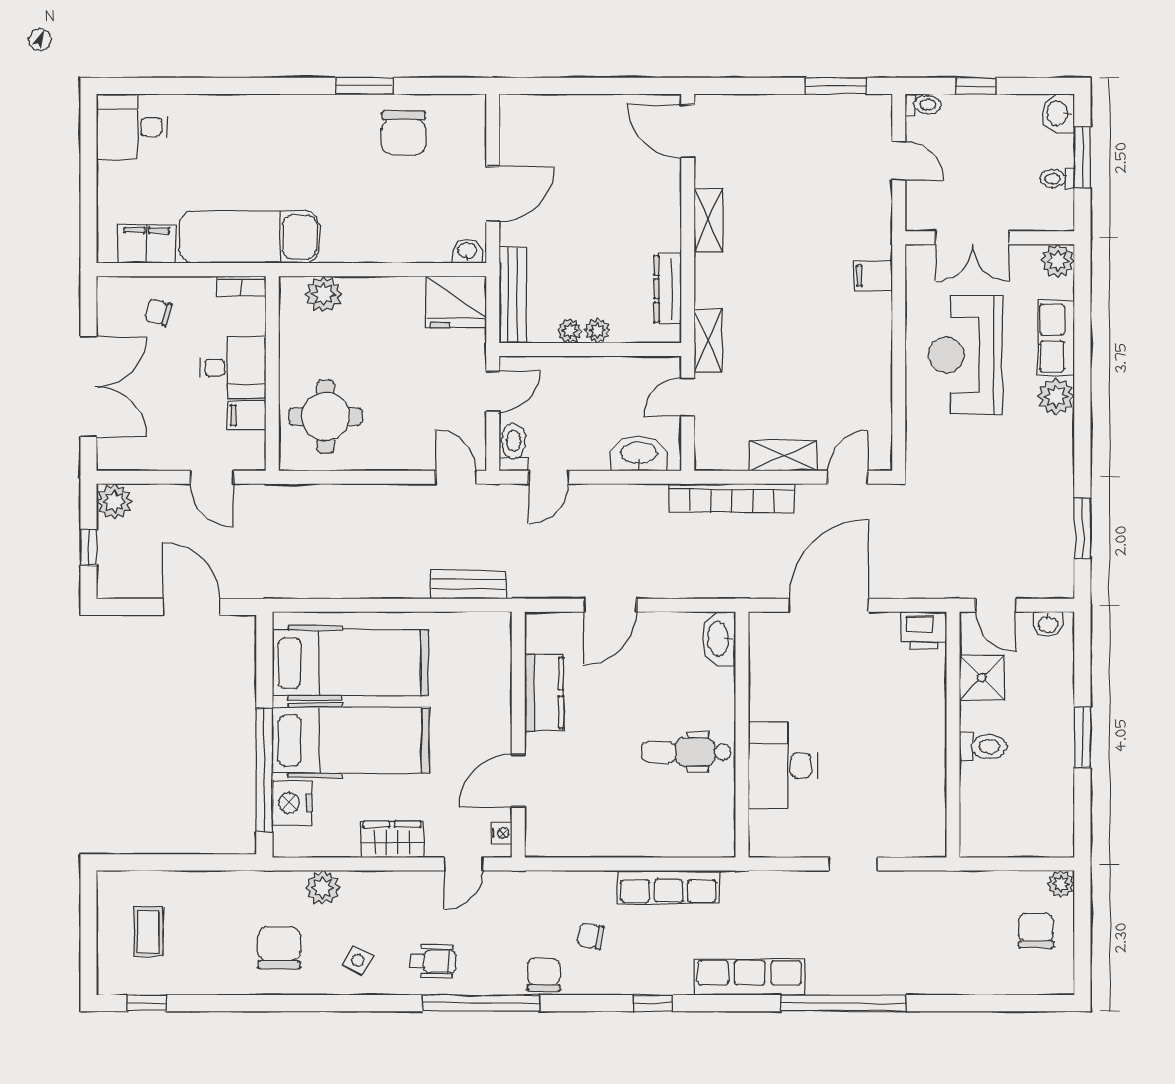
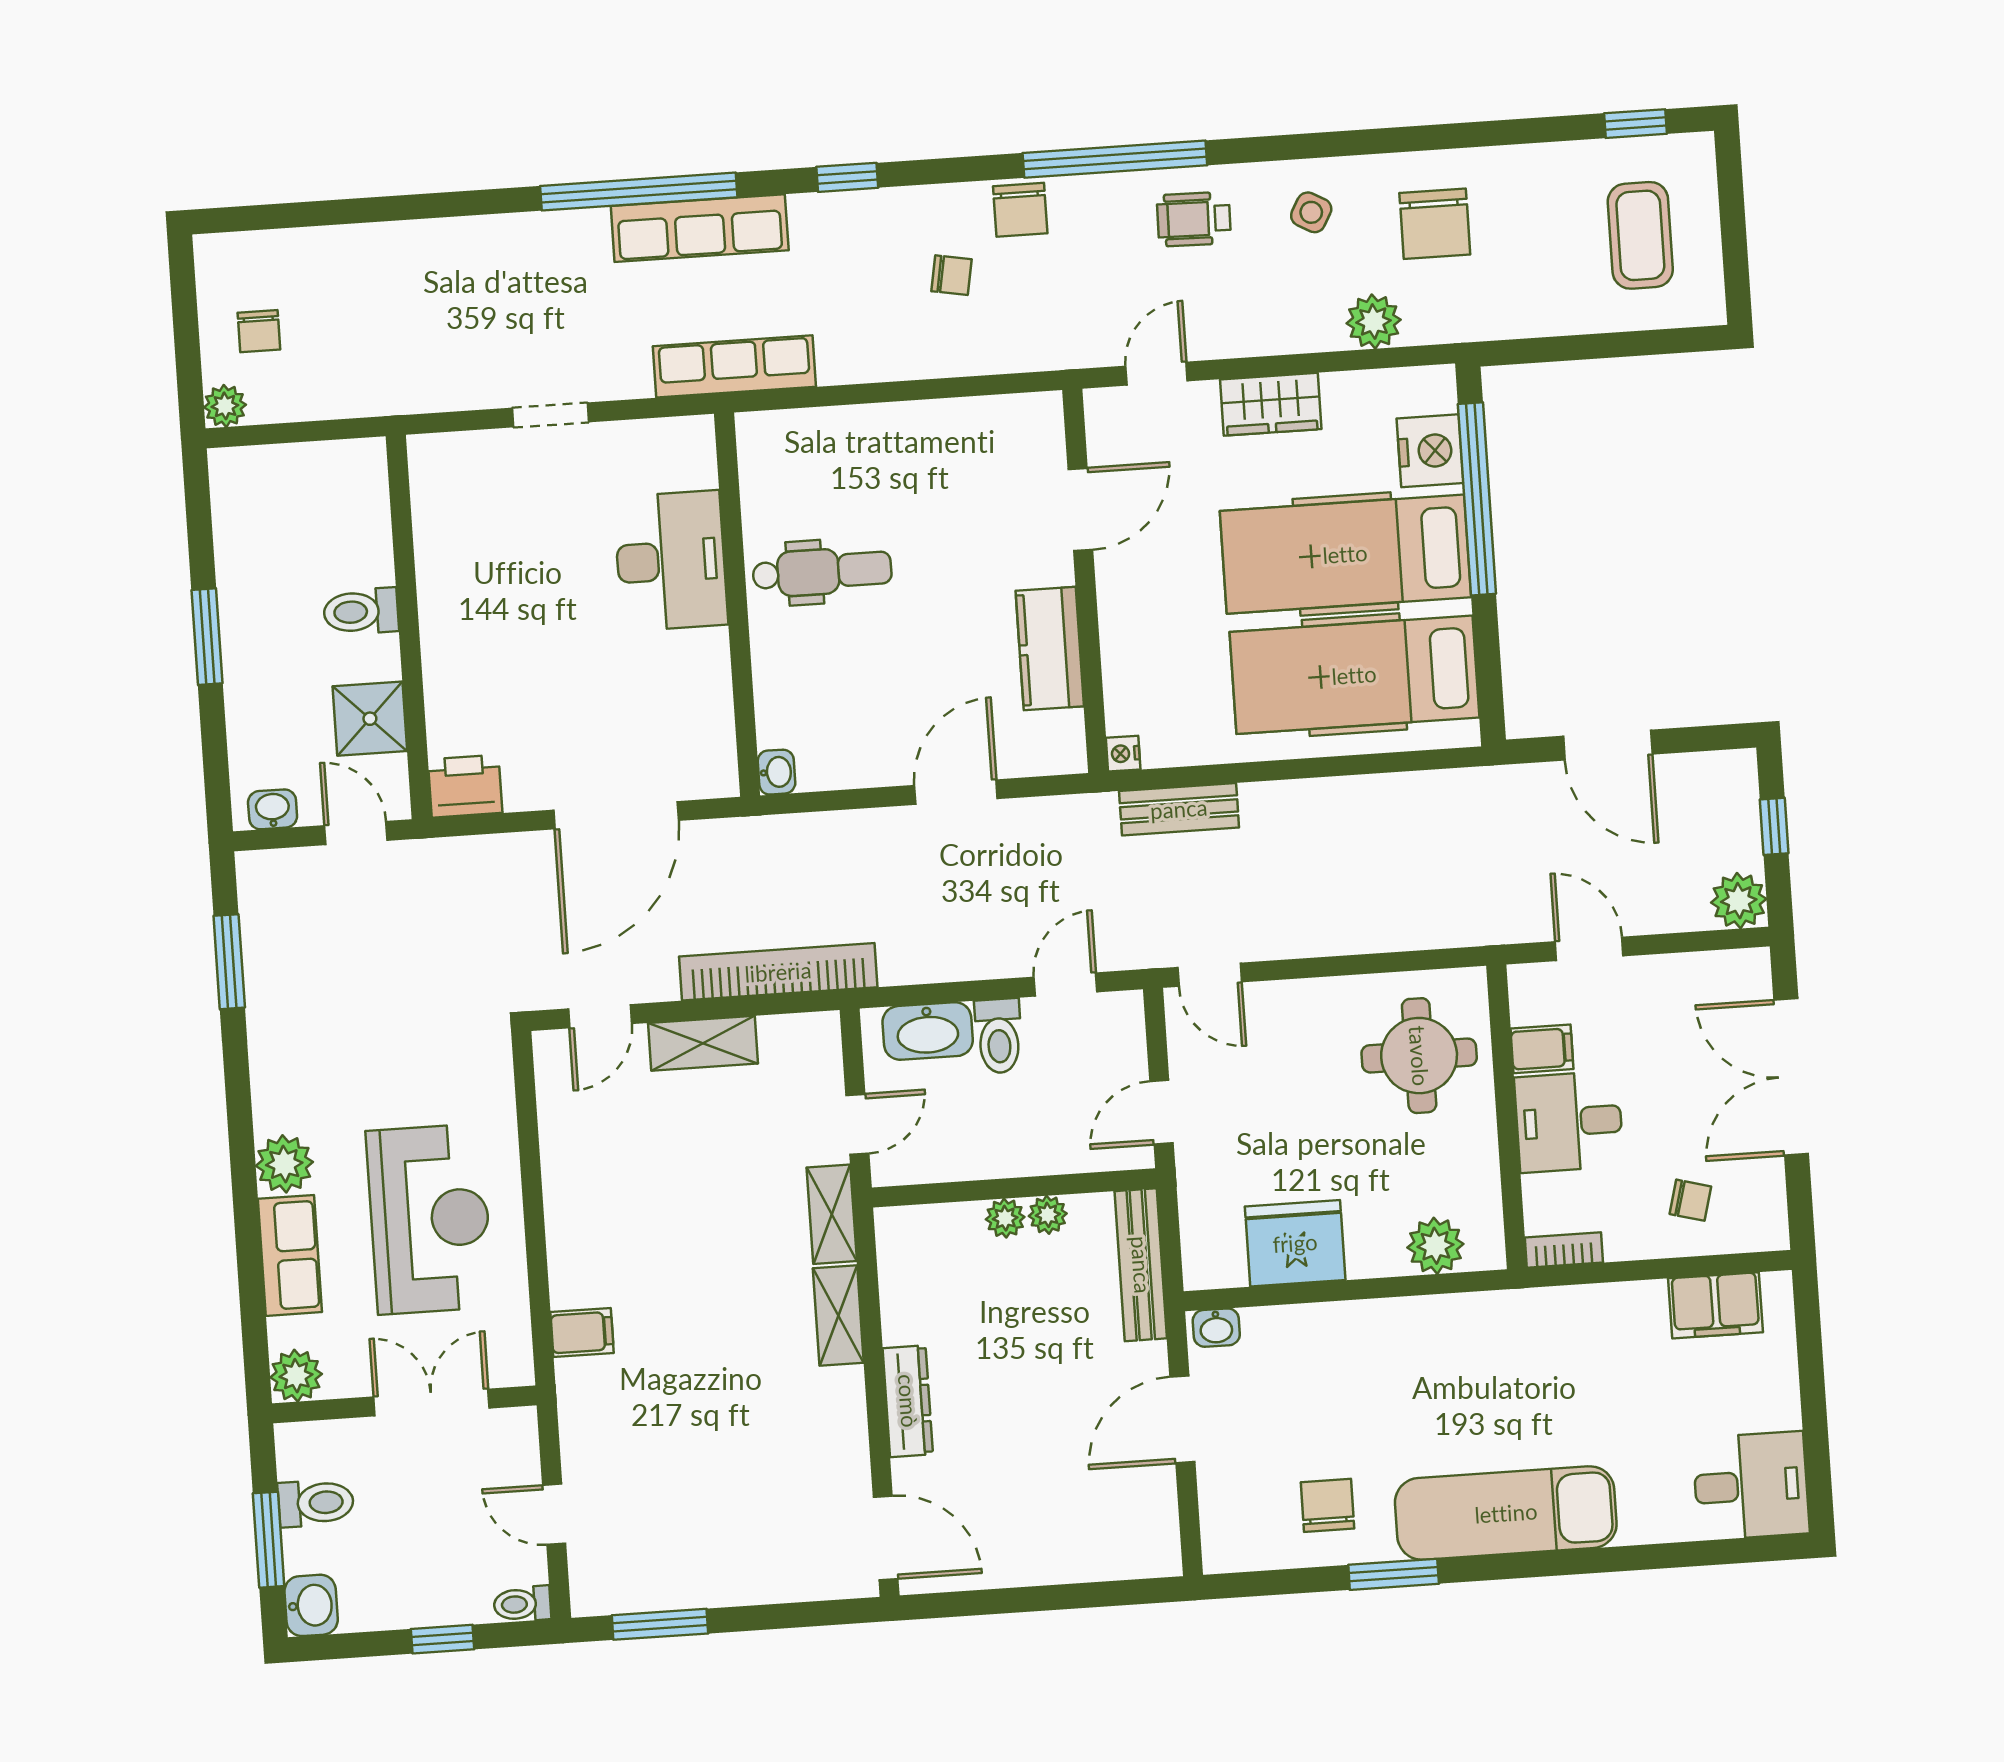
chair: (404, 133) -> (1328, 1505), width x0.73, depth x0.73
toilet: (1057, 178) -> (316, 1503), width x1.37, depth x1.39
shelving: (708, 220) -> (838, 1316), moved
exam couch: (249, 237) -> (1506, 1513), moved, turned 180
dresser: (668, 289) -> (908, 1401), moved
fridge: (456, 302) -> (1295, 1243), moved
toilet: (514, 447) -> (999, 1036), moved
washbasin: (719, 639) -> (776, 772), width x0.52, depth x0.69
nightstand: (502, 833) -> (1123, 754), moved
row of seats: (669, 887) -> (734, 366), moved
chair: (1036, 930) -> (259, 331), width x0.73, depth x0.73
coffee table: (148, 931) -> (1640, 235), width x1.36, depth x1.30
window: (843, 1003) -> (639, 192), moved

